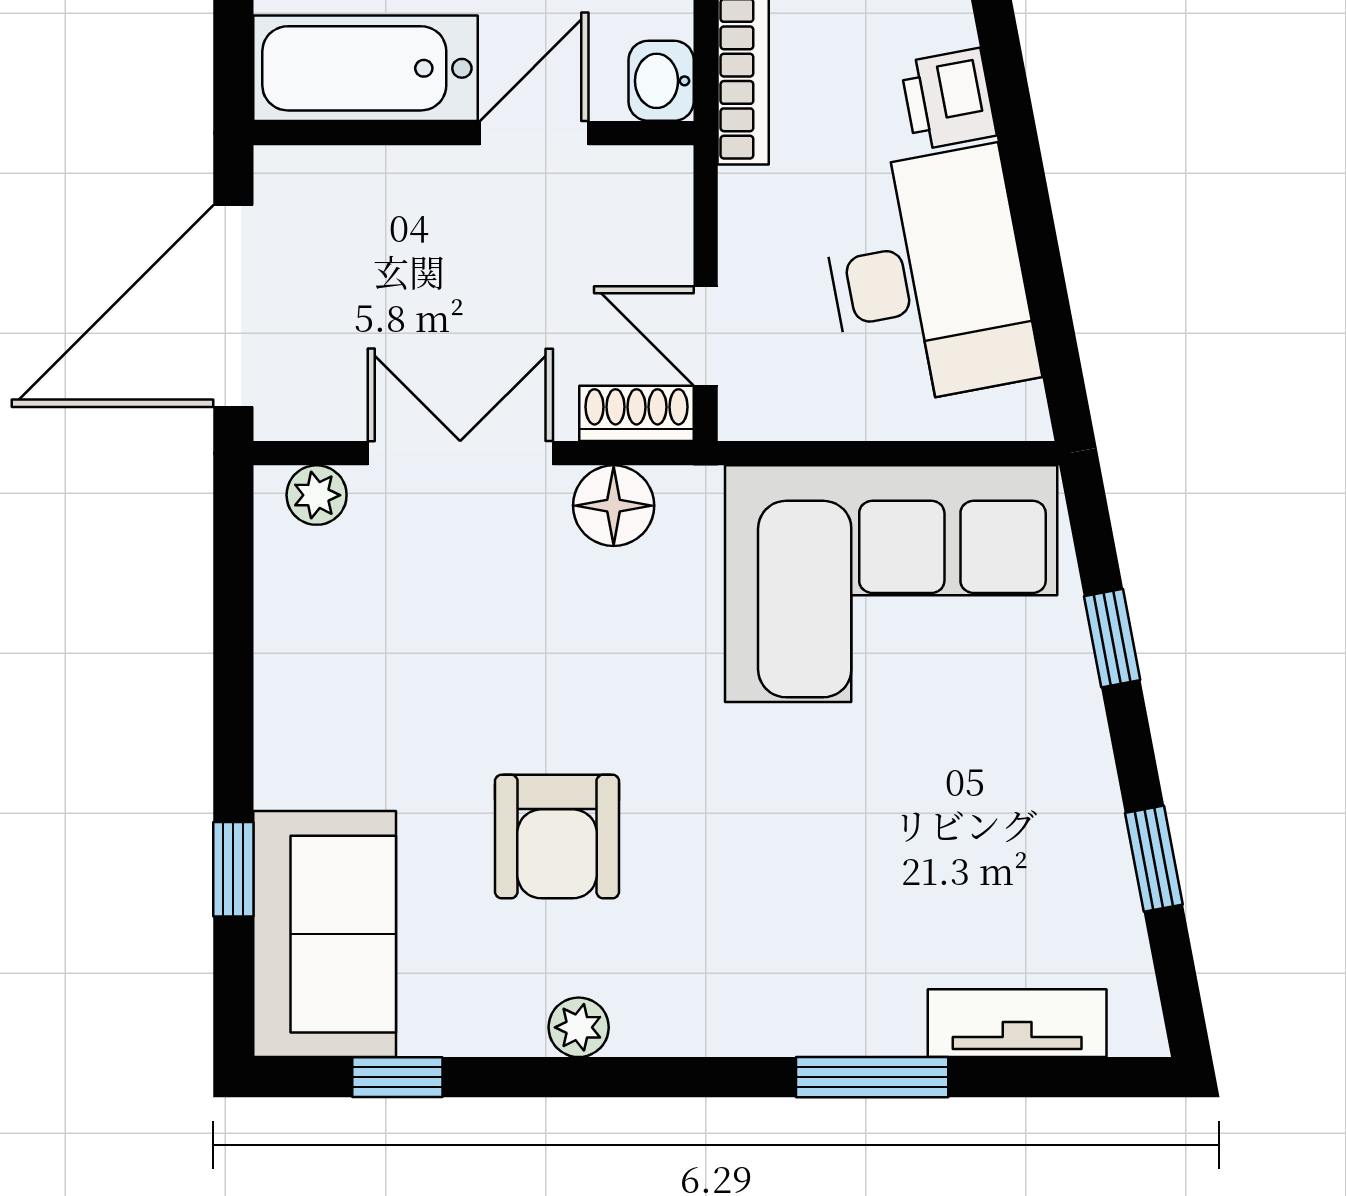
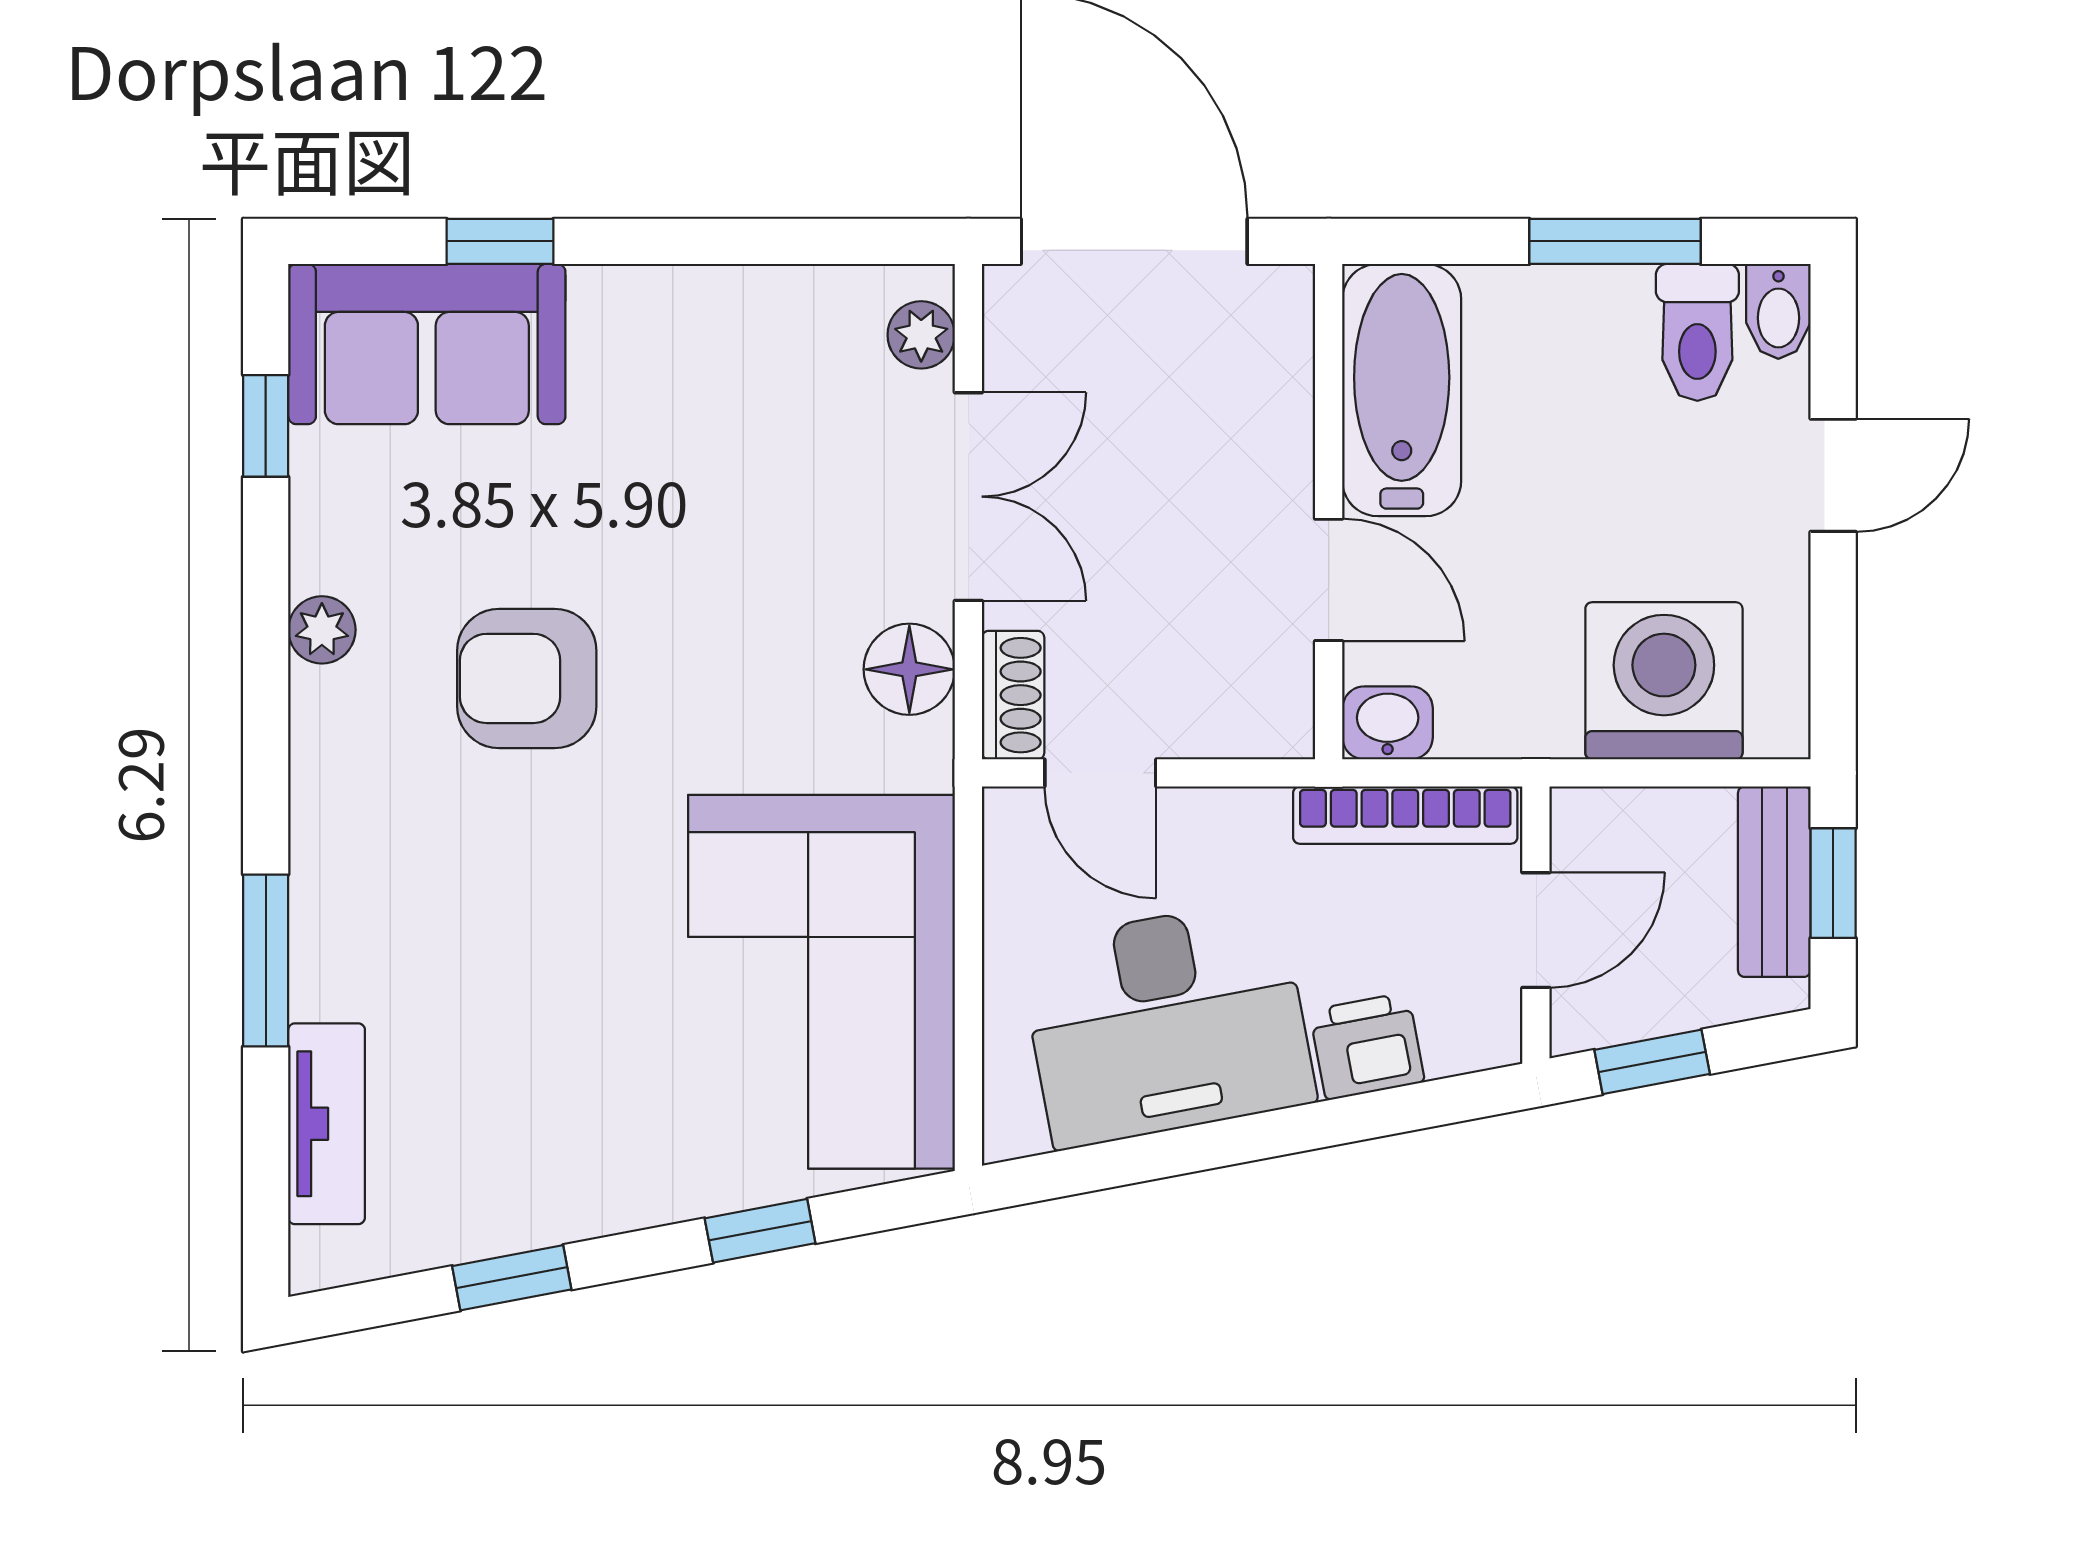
door: (706, 336) -> (1100, 773), swing flipped
armchair: (557, 836) -> (527, 678), moved

